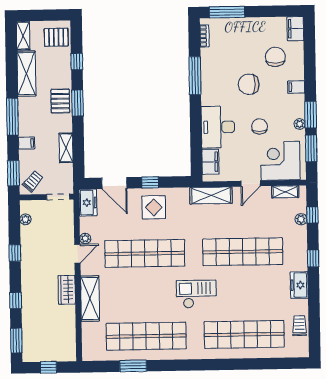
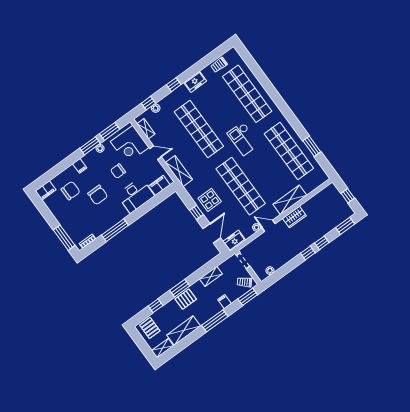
chair: (275, 57) -> (70, 191), turned 180
window: (15, 253) -> (308, 253), moved

